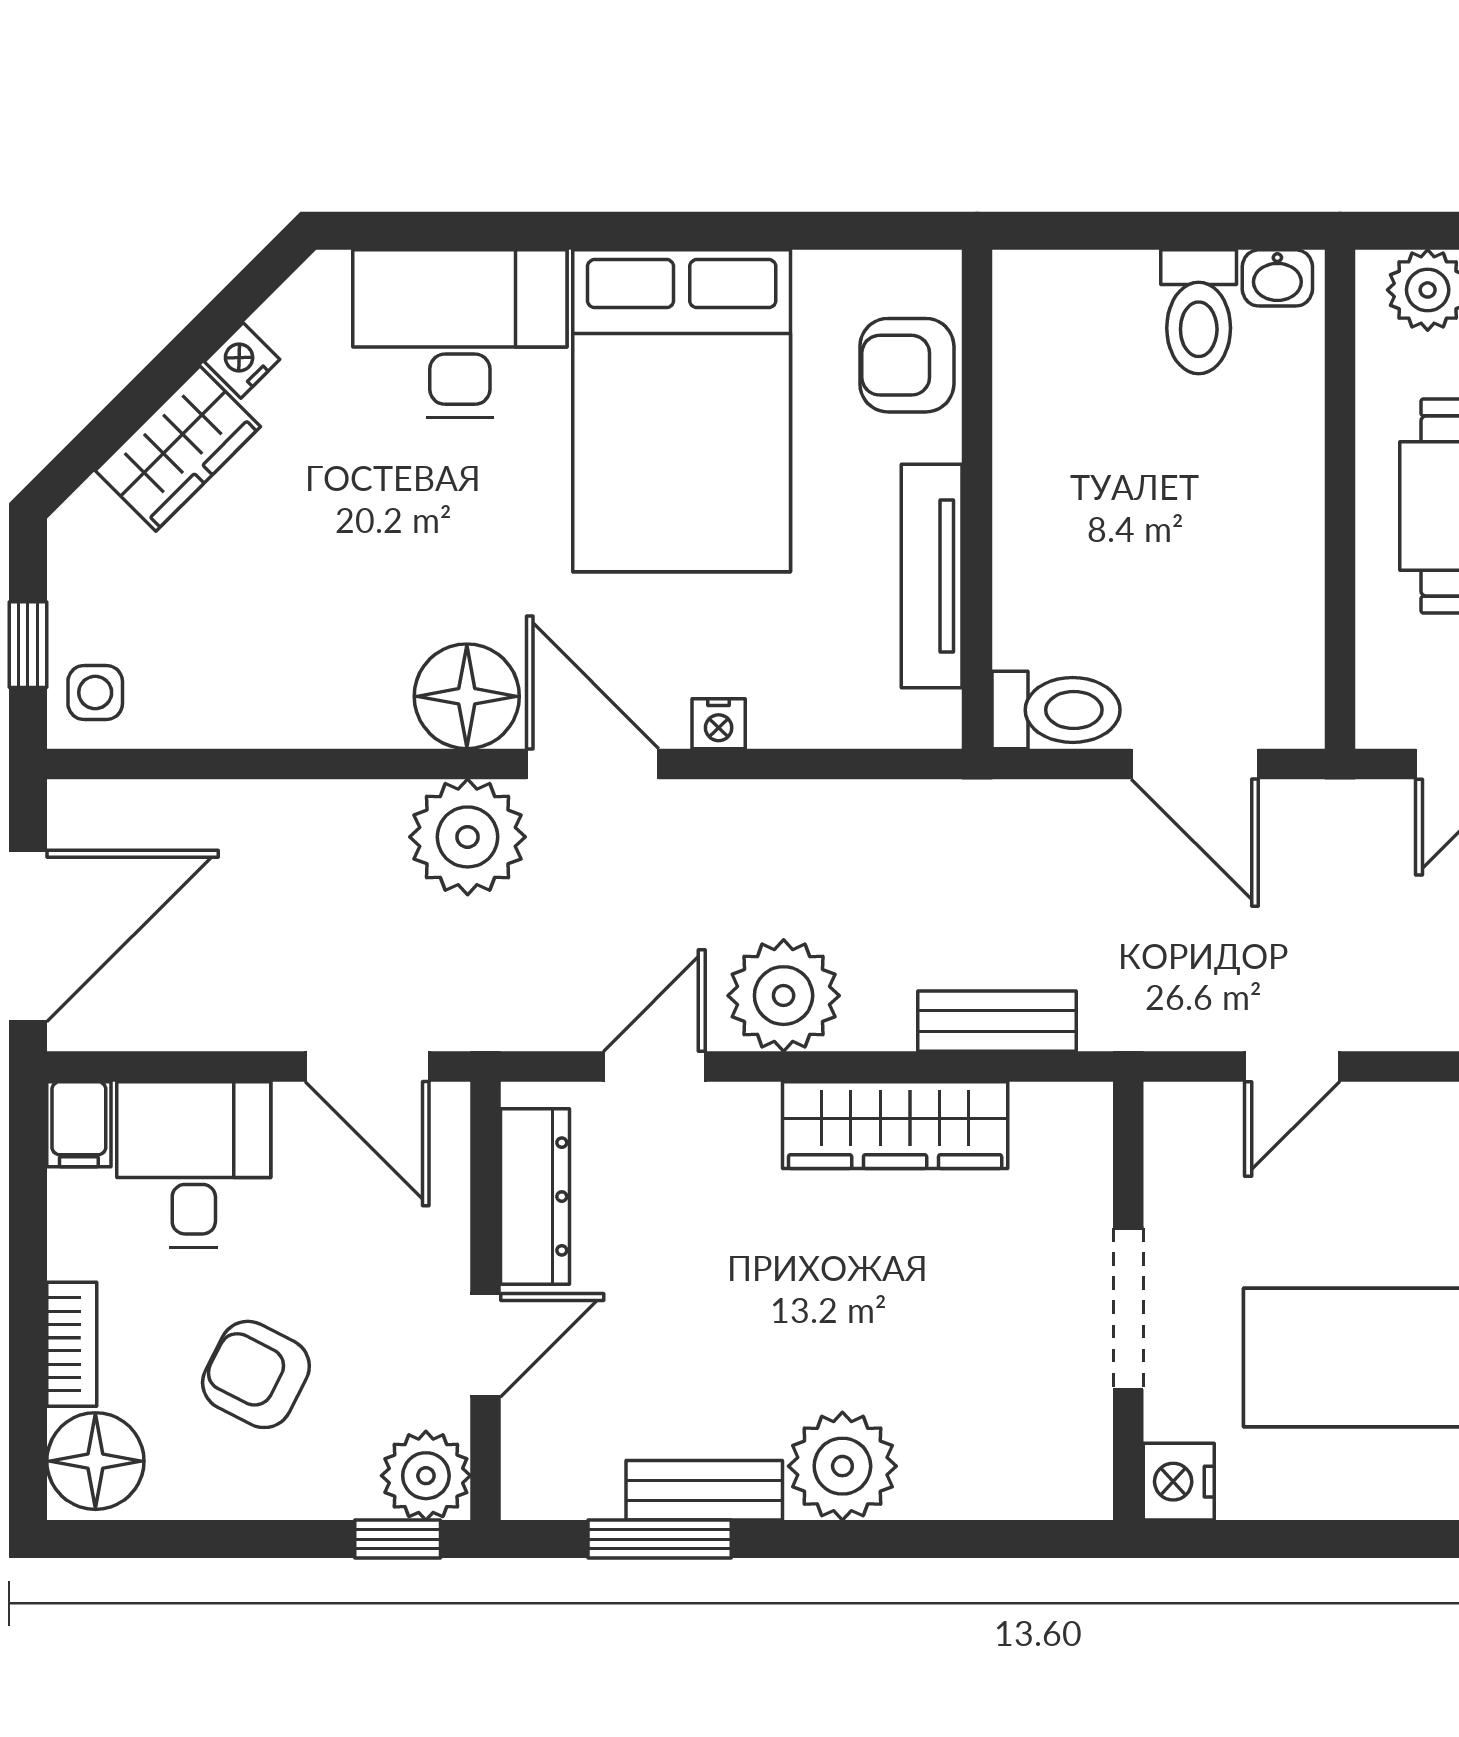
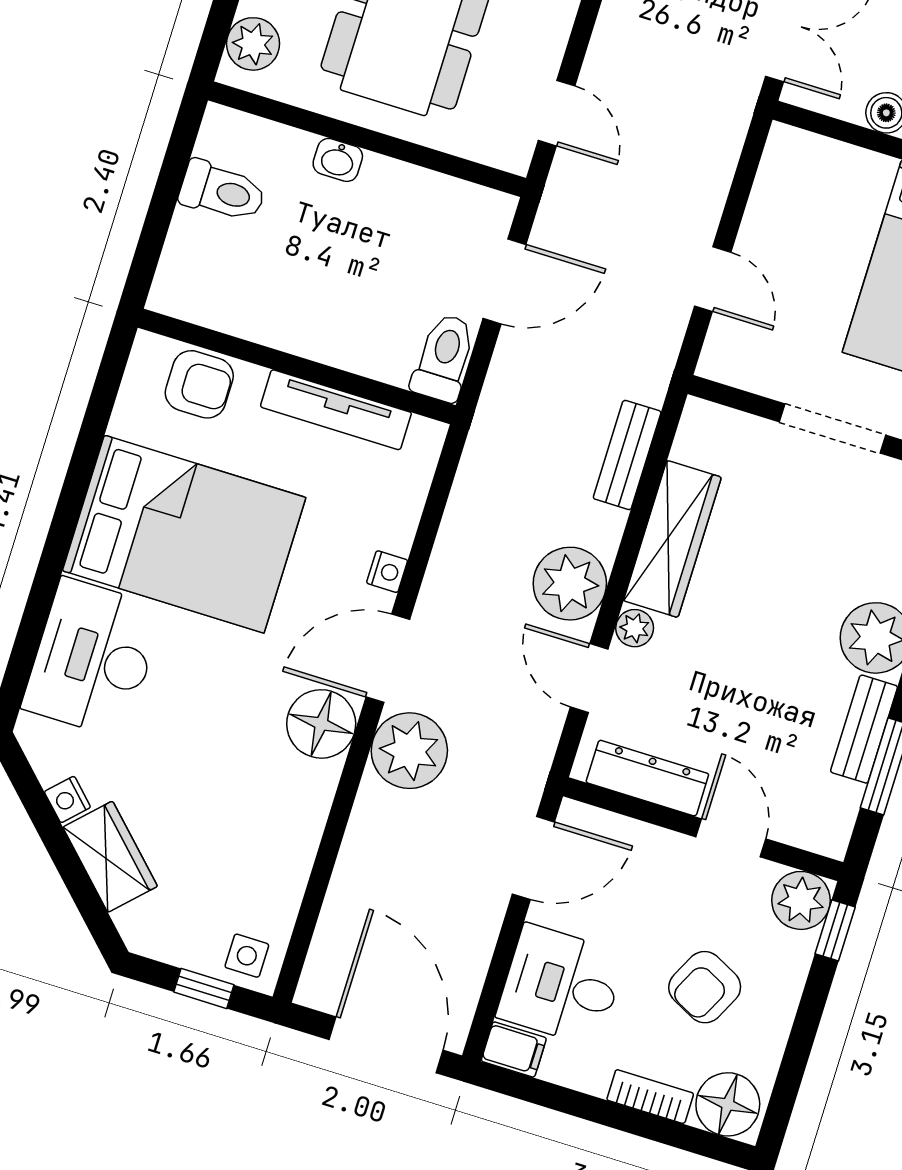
washbasin: (1277, 278) -> (338, 160), moved, turned 90
armchair: (907, 365) -> (199, 384), turned -90
plant: (748, 1110) -> (635, 628), added

